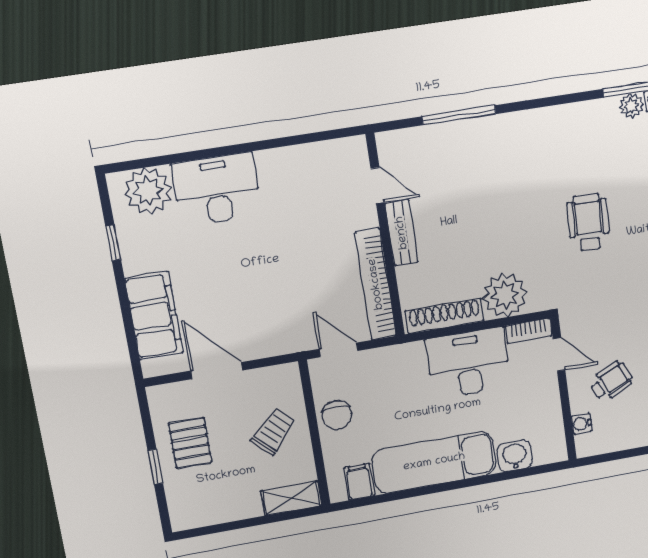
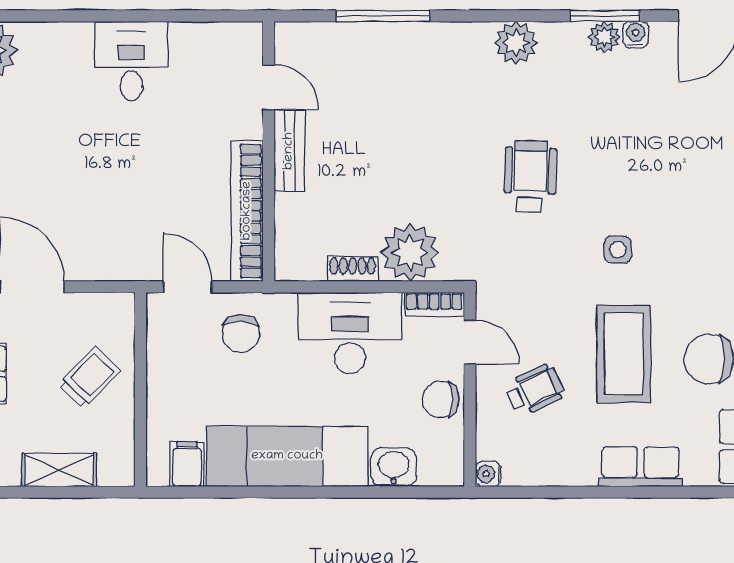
plant: (565, 121) -> (516, 43), added
desk: (217, 189) -> (131, 61), moved, width x0.73
shoe rack: (445, 316) -> (353, 269), width x0.51, depth x0.81
chair: (543, 400) -> (441, 399), added
chair: (337, 415) -> (241, 333), moved
water cooler: (582, 424) -> (488, 474), moved
shelving: (291, 498) -> (59, 470), moved

